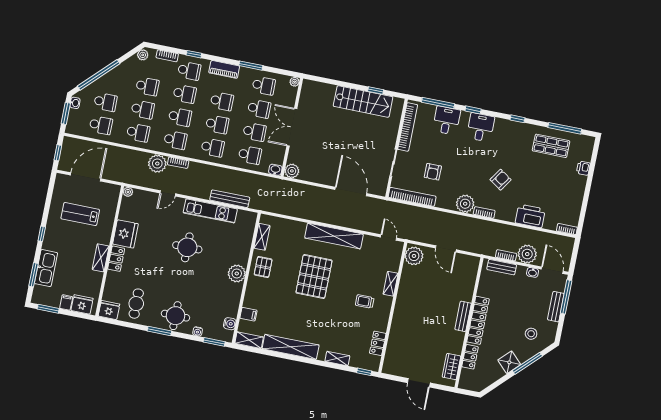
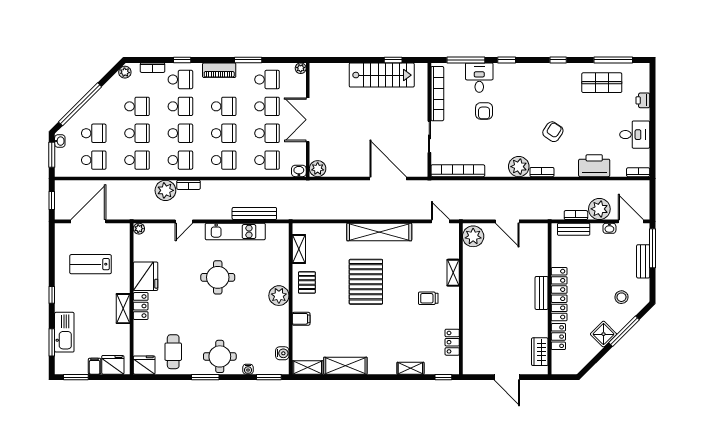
desk: (481, 127) -> (635, 135), moved, turned 90
armchair: (433, 172) -> (484, 111), moved
filing cabinet: (248, 314) -> (301, 319), moved
shelving: (291, 347) -> (345, 366), width x0.68

